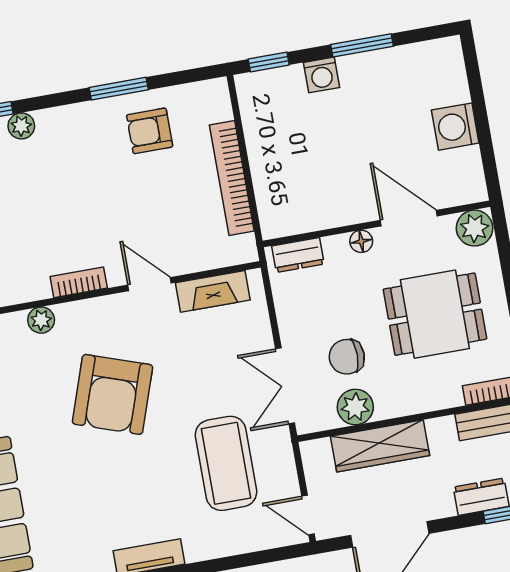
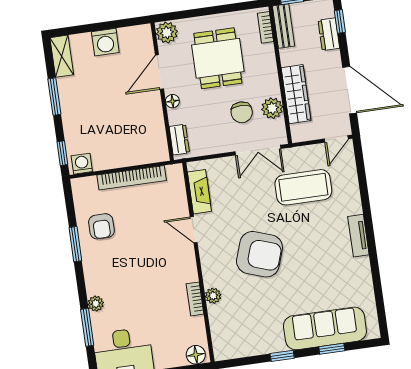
shelving: (429, 55) -> (62, 56), added
washing machine: (322, 75) -> (82, 164), moved, turned -90
bookcase: (79, 282) -> (195, 299), moved
door: (149, 284) -> (194, 230), hinge flipped

